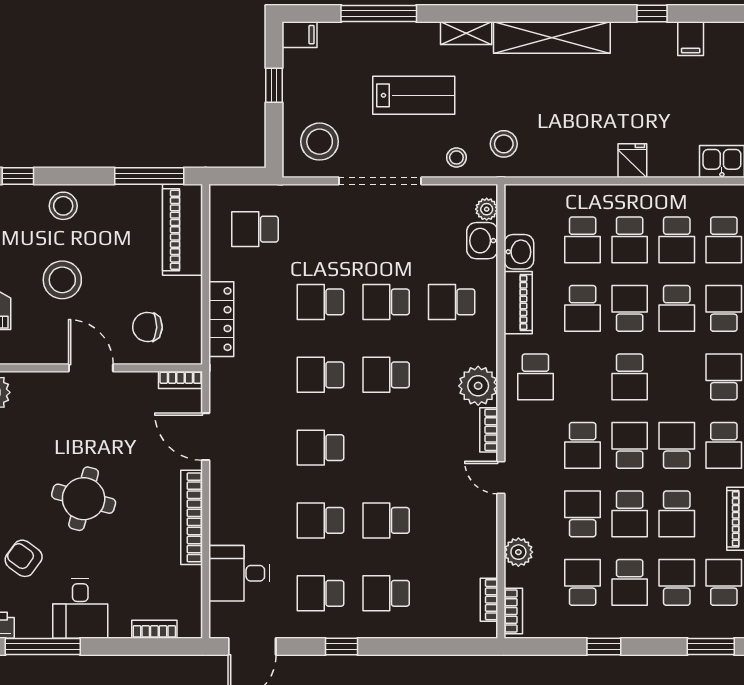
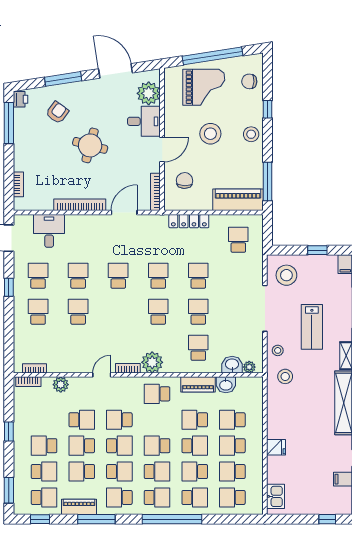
bookcase: (181, 380) -> (155, 192), width x1.56
school desk: (583, 582) -> (157, 472), moved
desk: (80, 609) -> (144, 121), moved, turned 180

